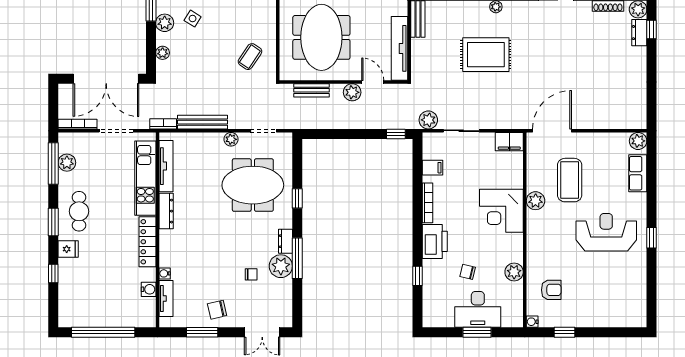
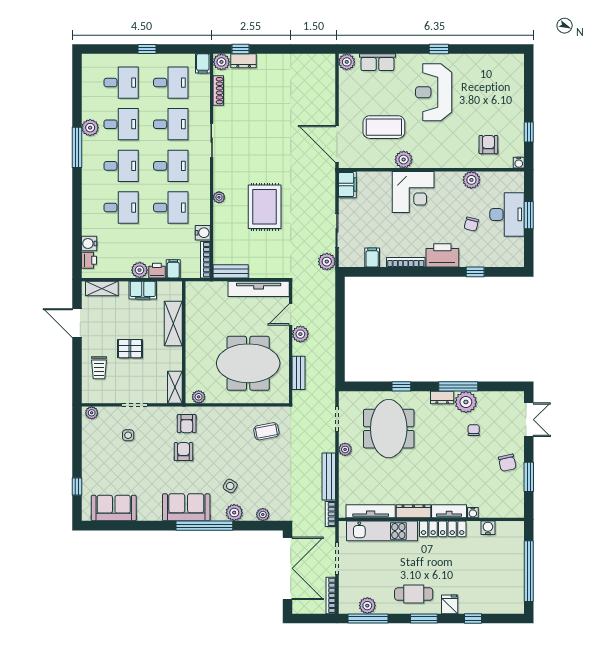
coffee table: (250, 57) -> (266, 431), turned -45
window: (396, 134) -> (340, 292), removed
tv unit: (166, 298) -> (449, 511), moved

